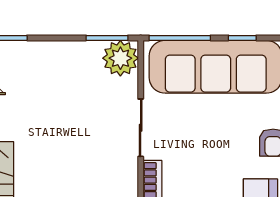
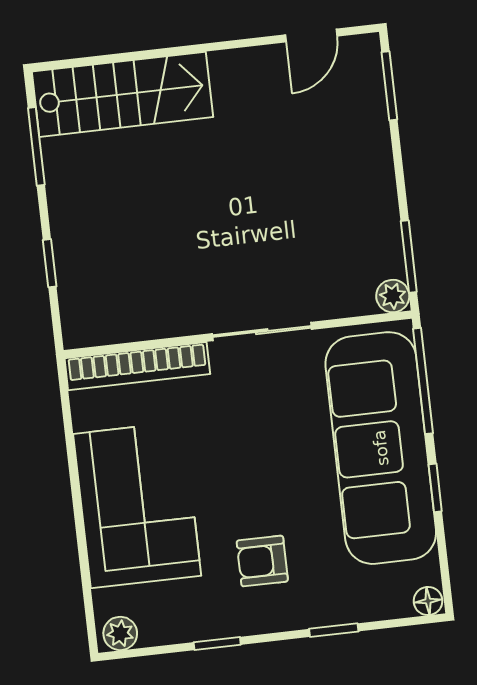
plant: (120, 58) -> (393, 296), width x0.53, depth x0.53

